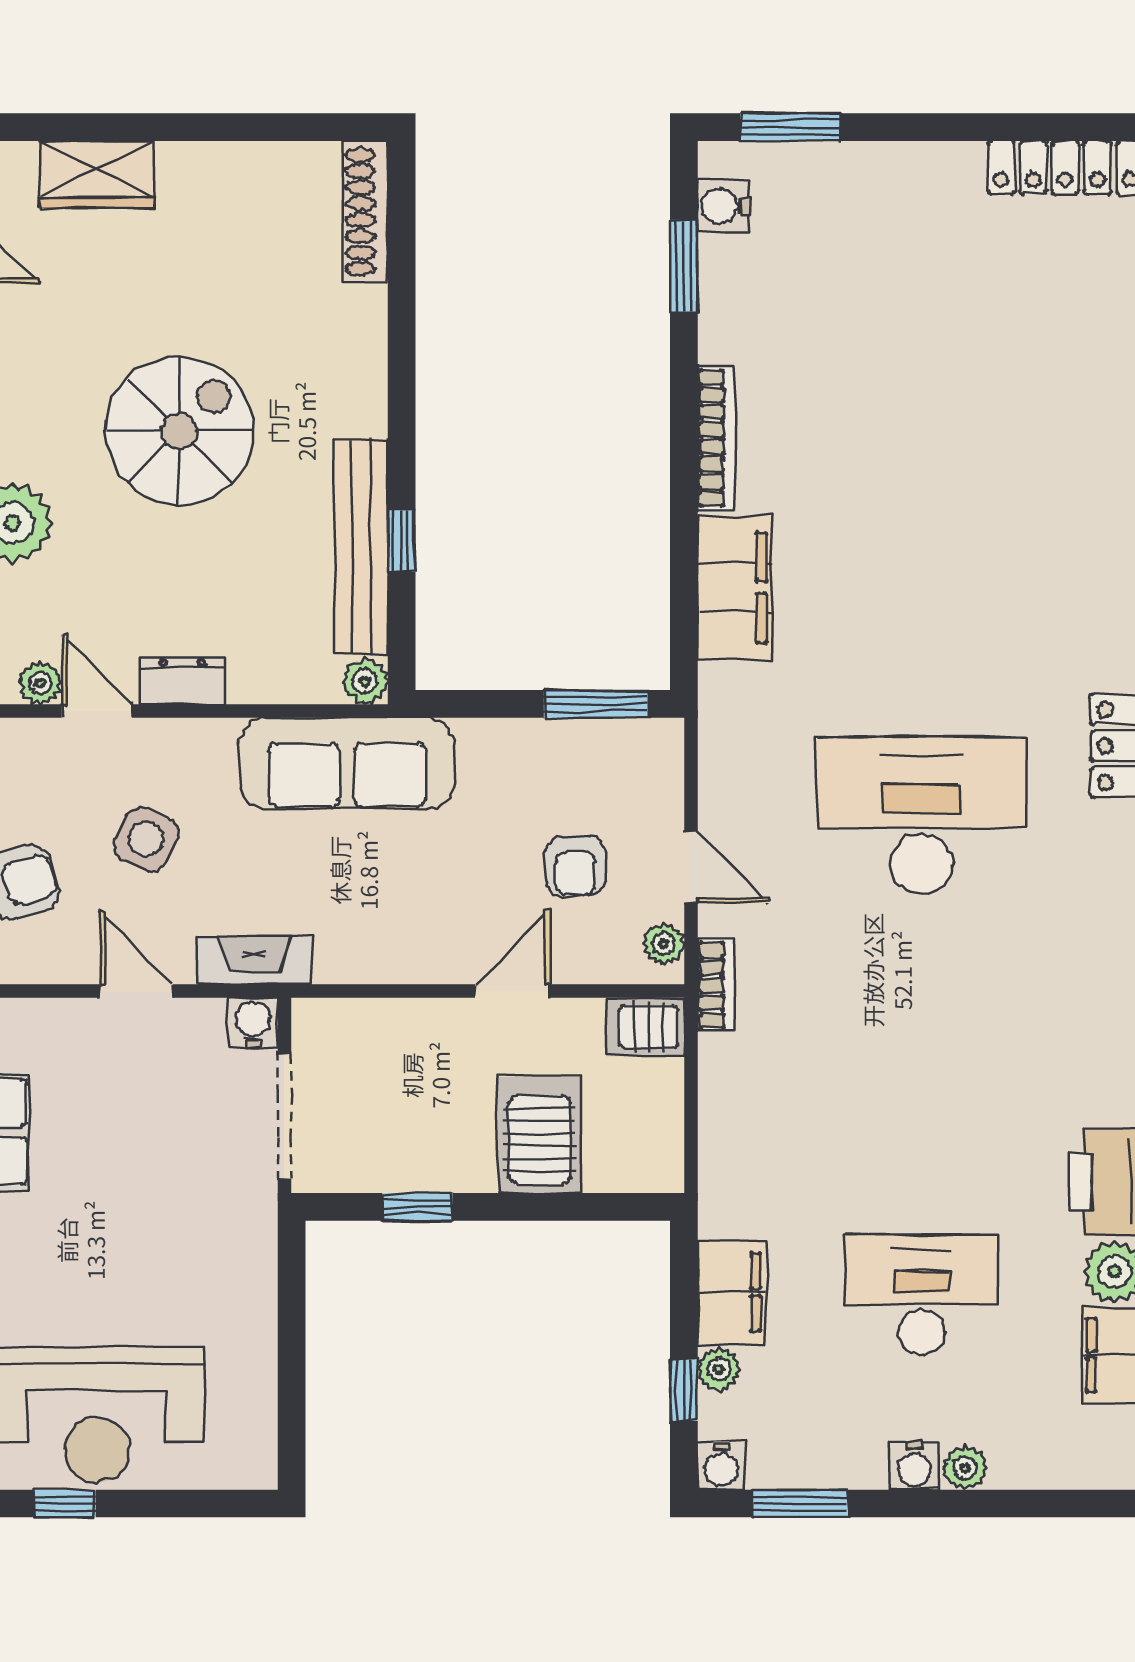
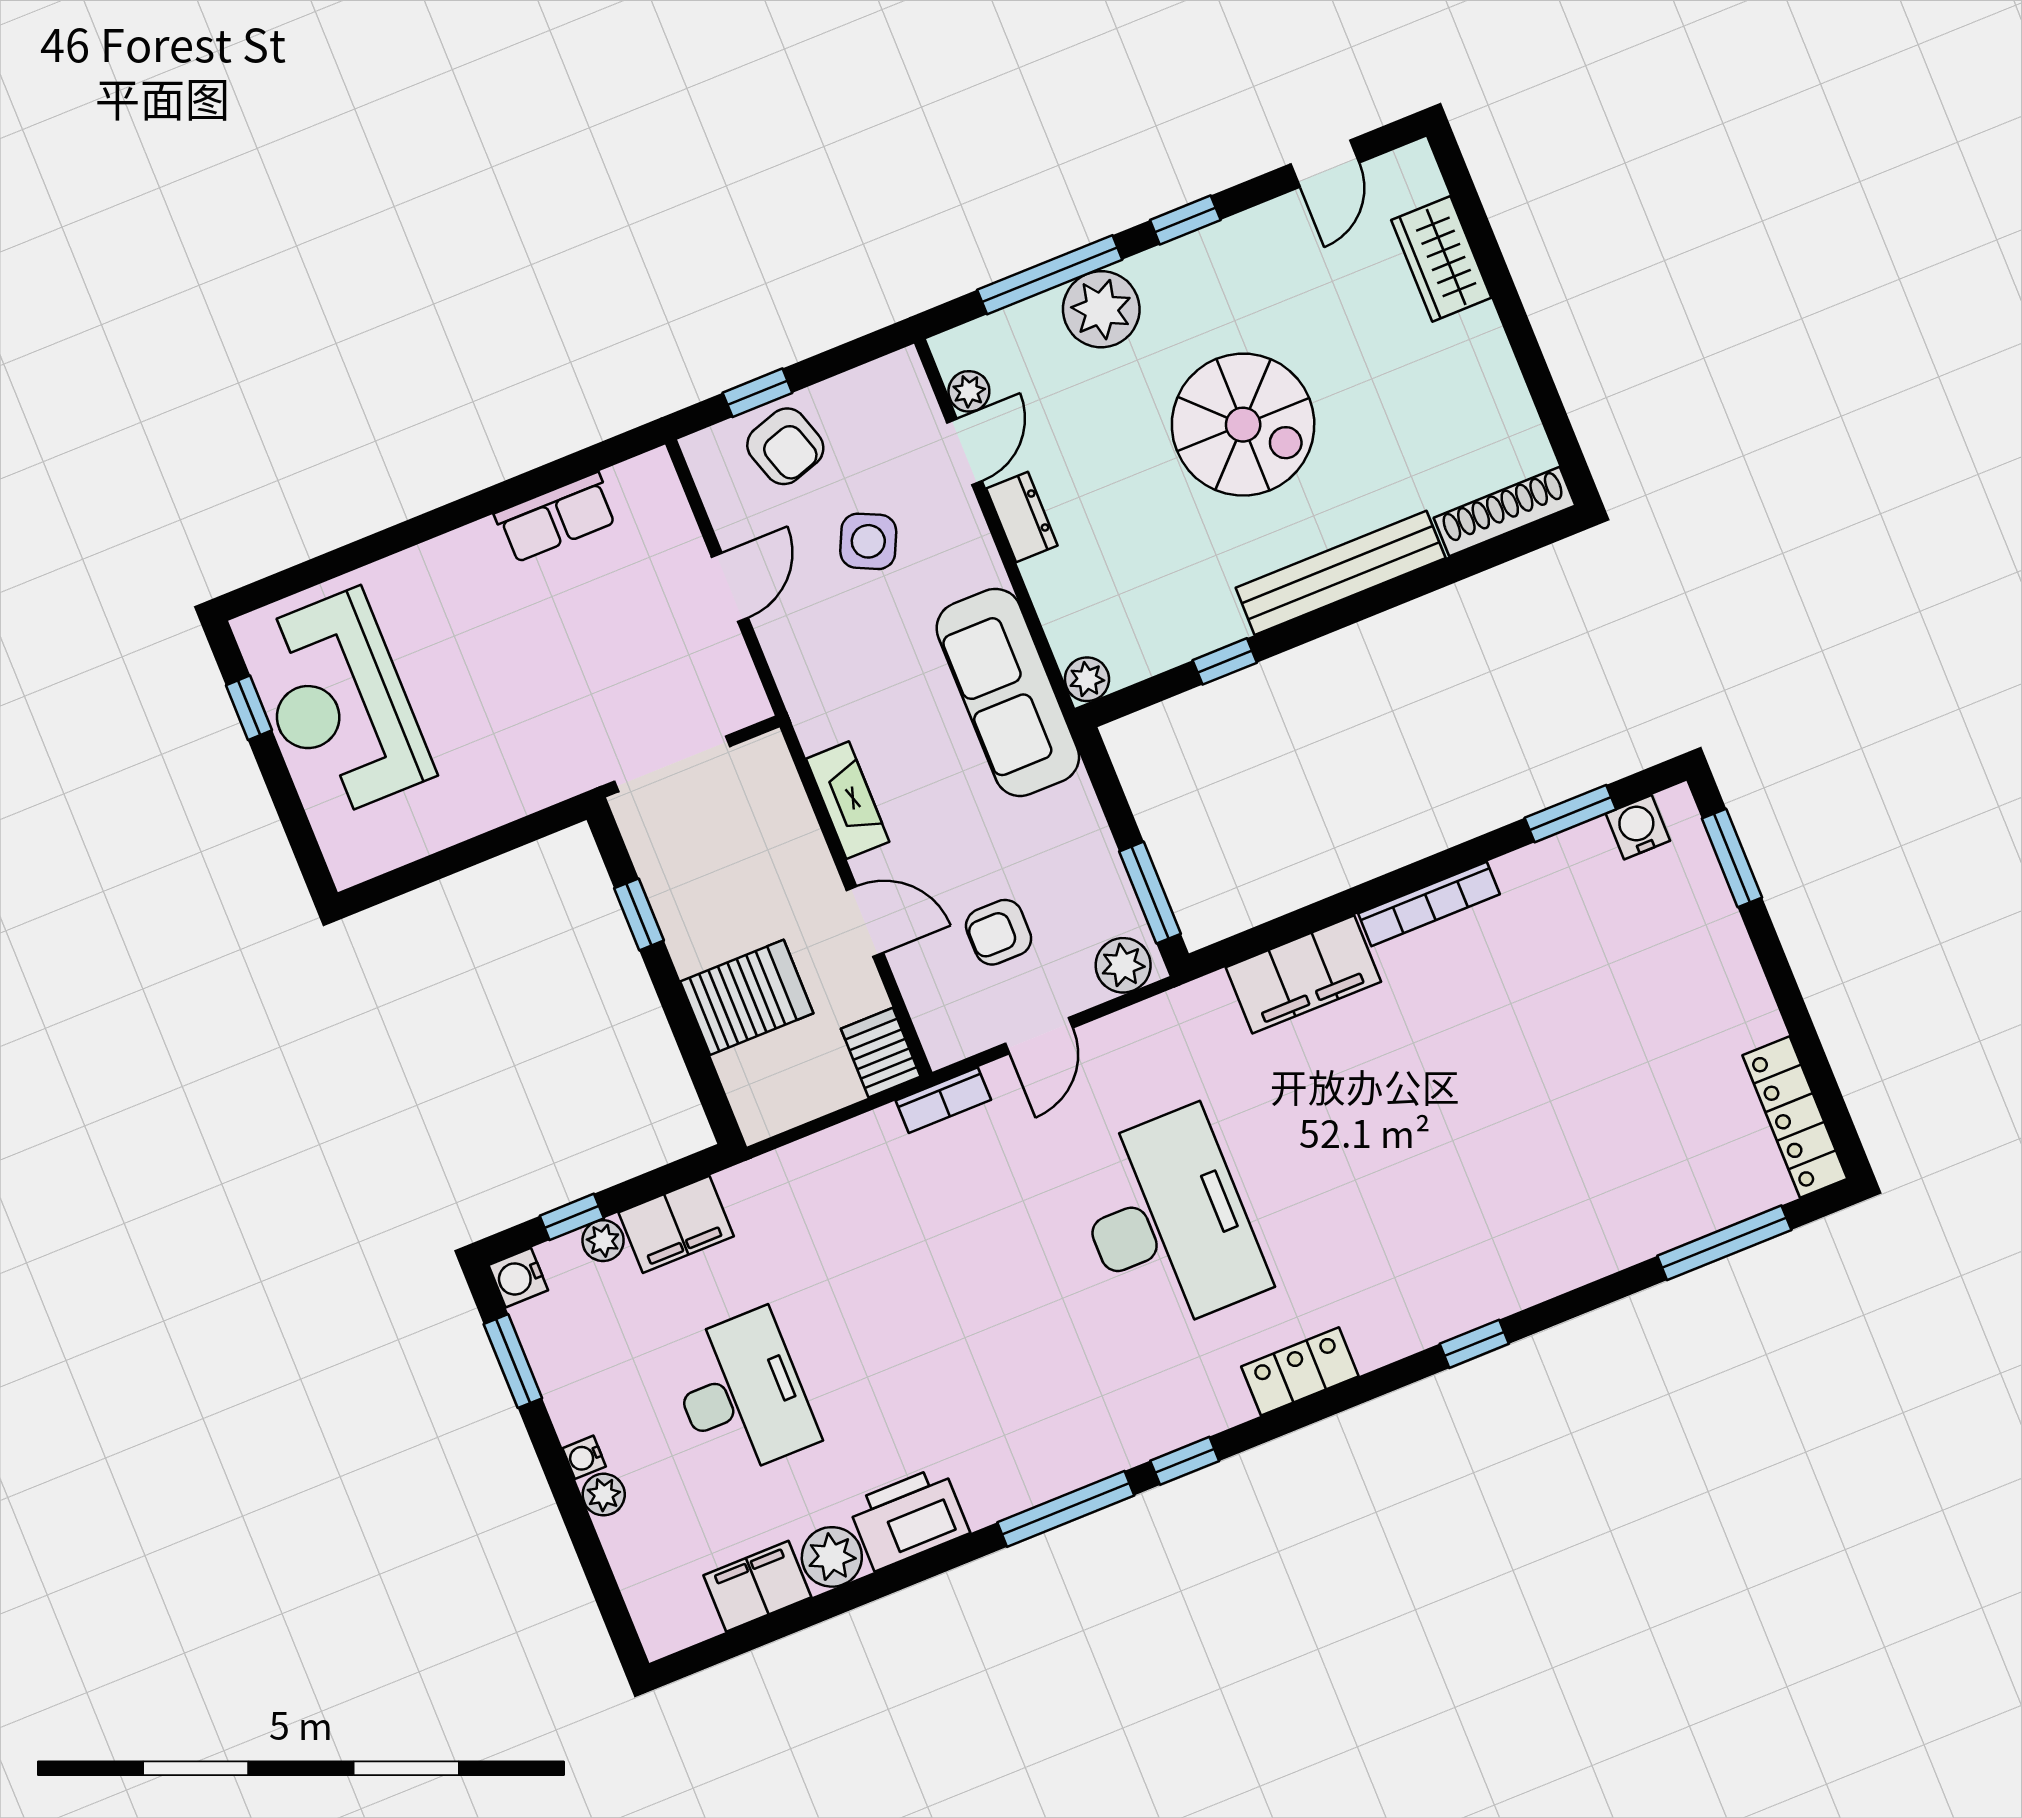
bench: (361, 547) -> (1341, 573), moved
plant: (664, 944) -> (1123, 965), moved, width x1.38, depth x1.38
fireplace: (254, 960) -> (848, 800), moved
water cooler: (253, 1023) -> (744, 702), removed
water cooler: (915, 1466) -> (584, 1457), width x0.72, depth x0.72

